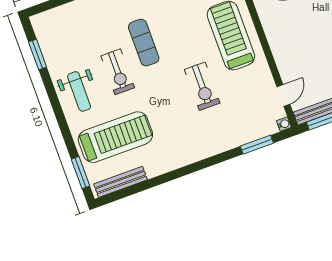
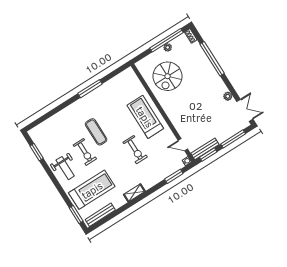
door: (283, 95) -> (183, 145), swing flipped
shelving: (185, 158) -> (134, 193), added

